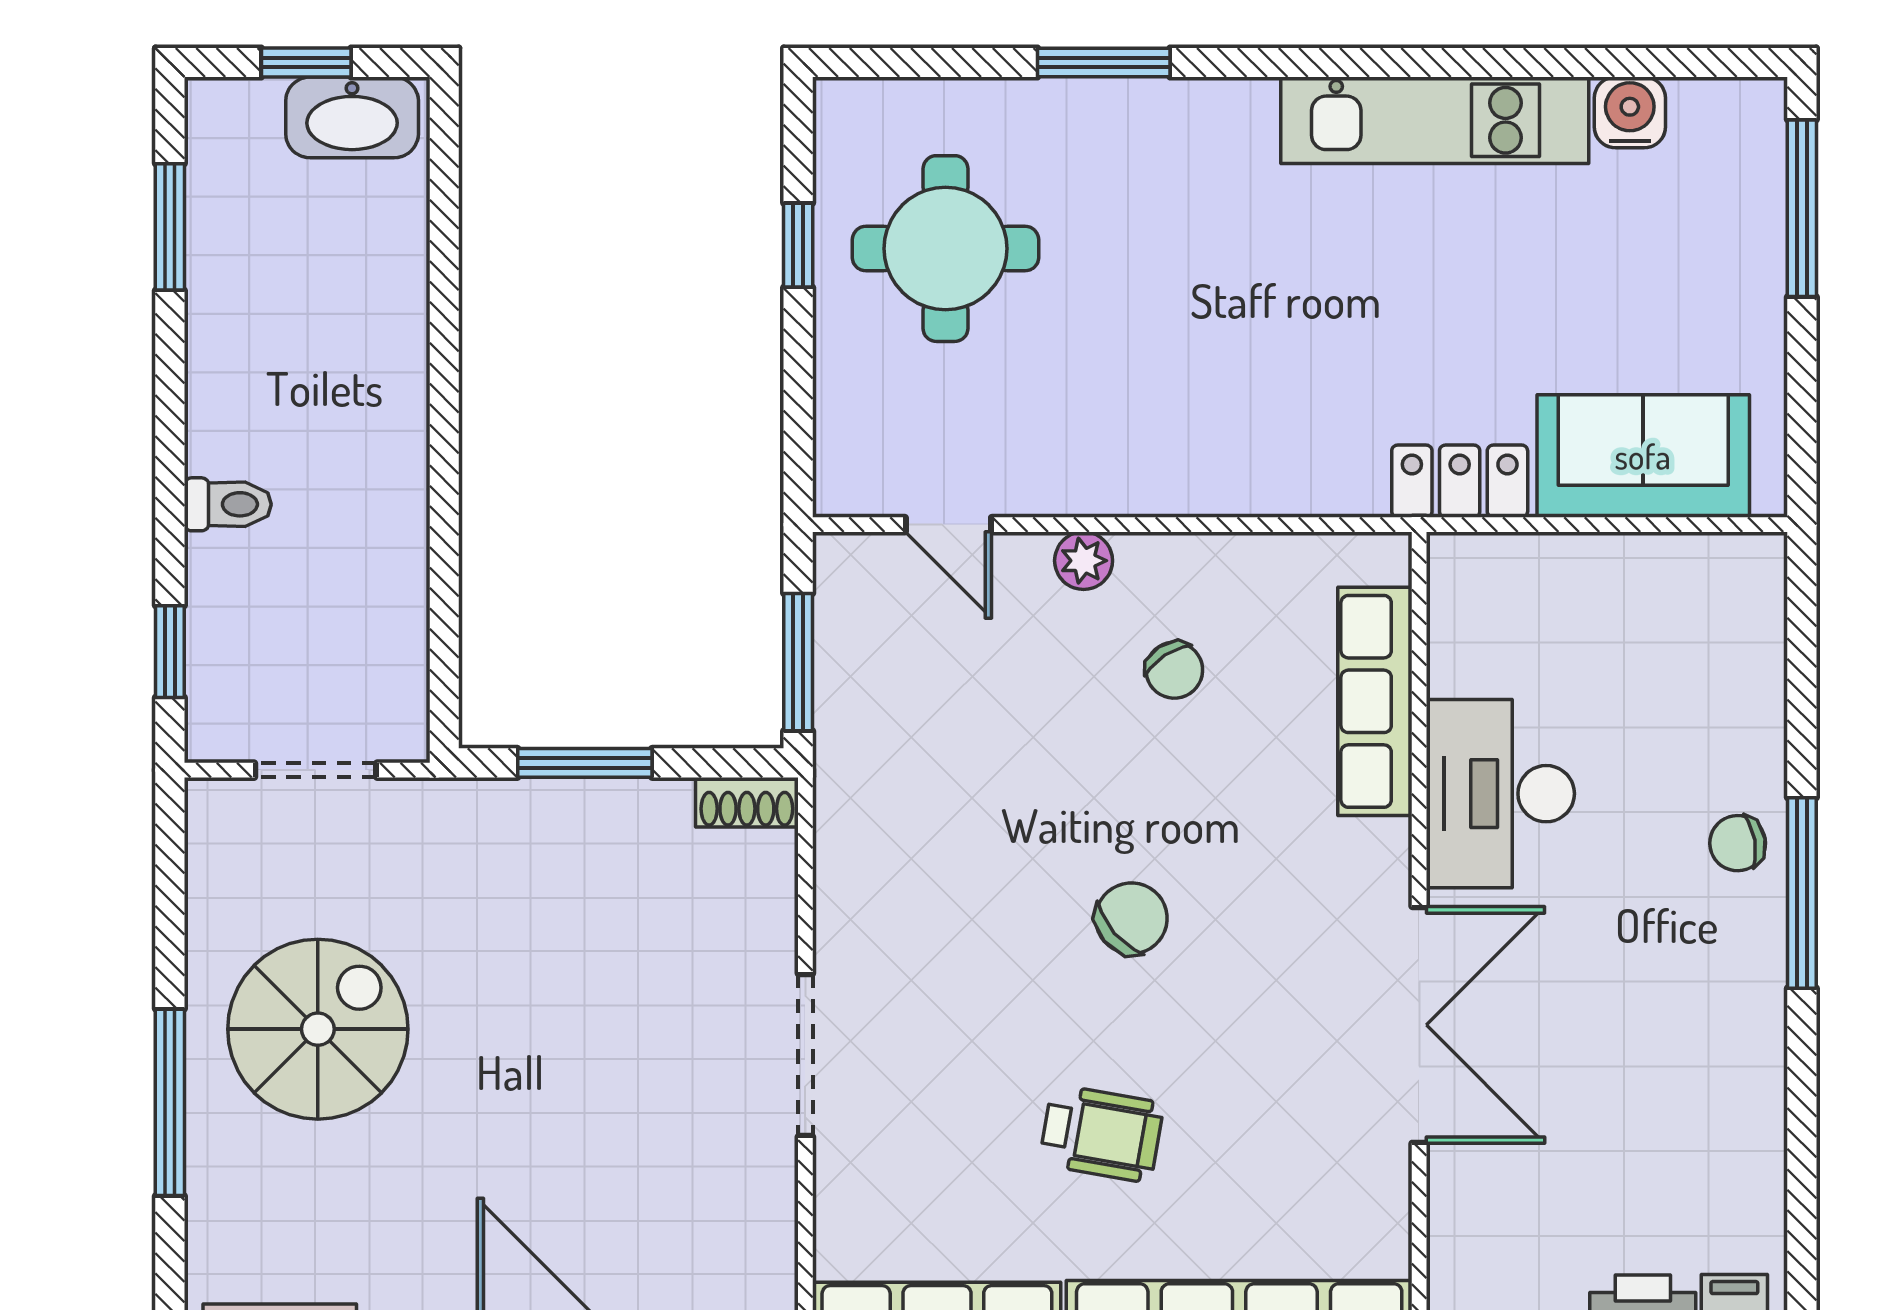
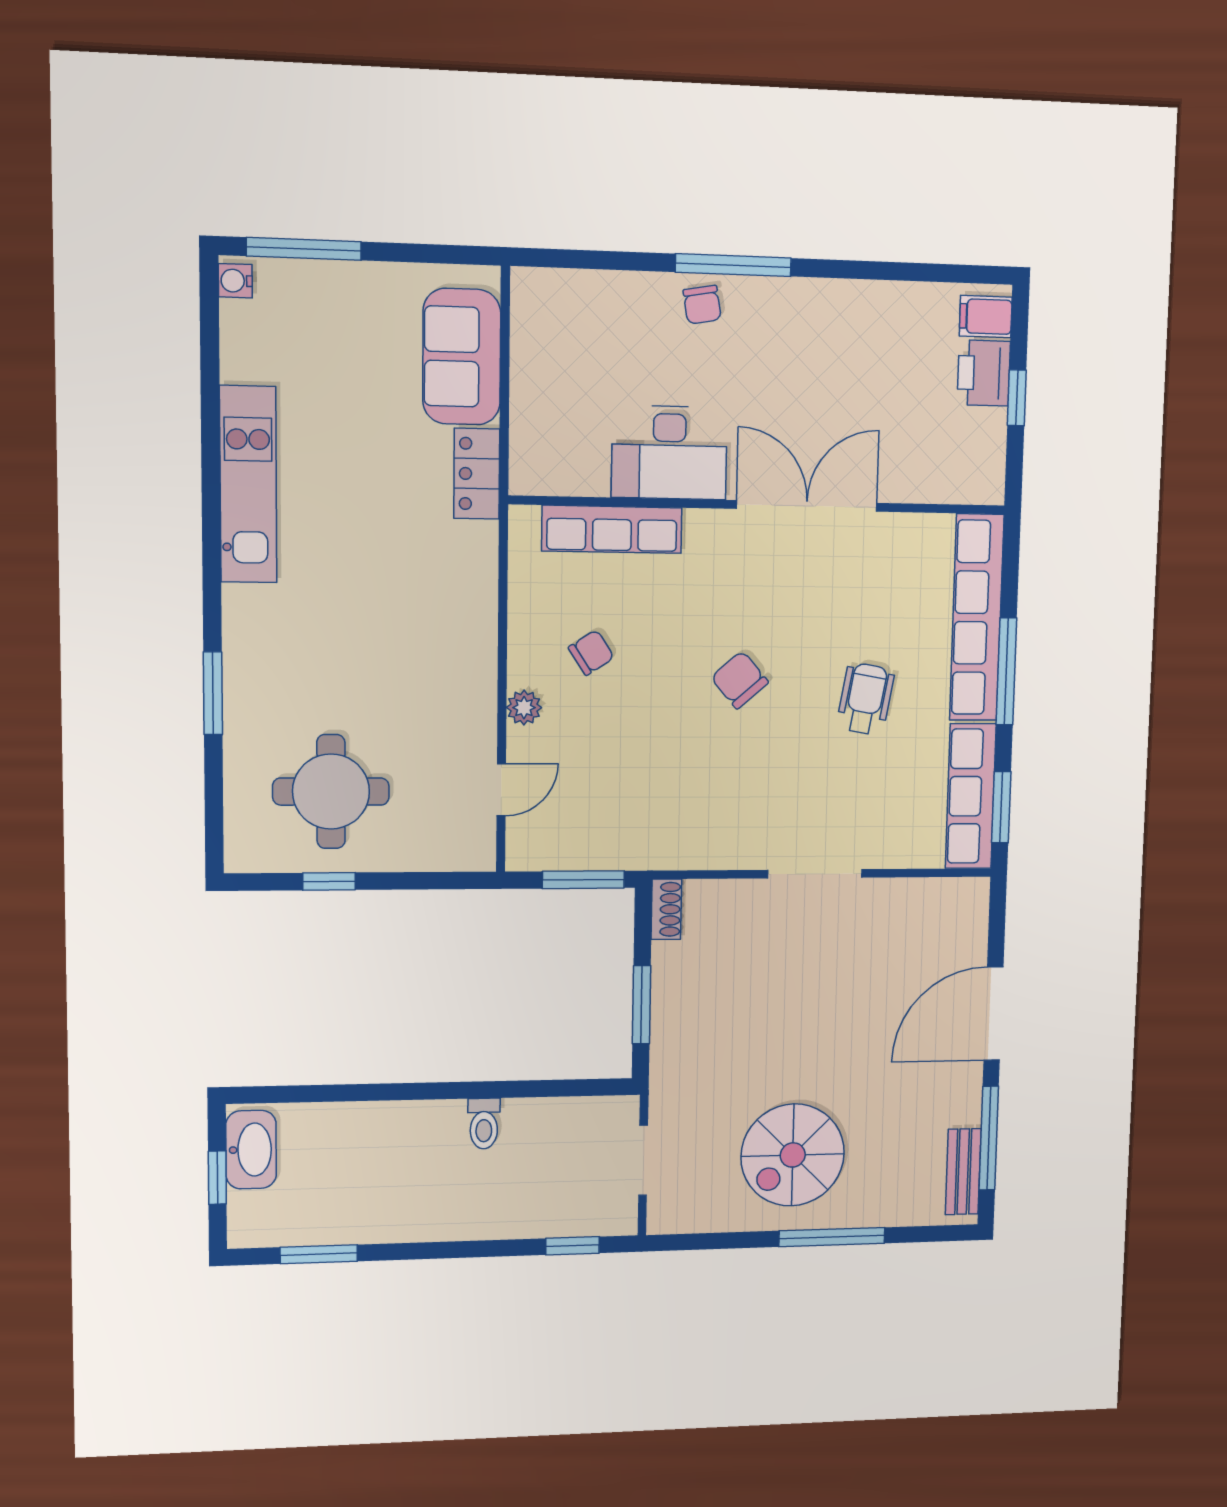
water cooler: (1630, 112) -> (235, 281), moved, width x0.72, depth x0.72
toilet: (228, 504) -> (484, 1124), moved, turned 180
spiral stairs: (318, 1029) -> (793, 1155), turned -90

